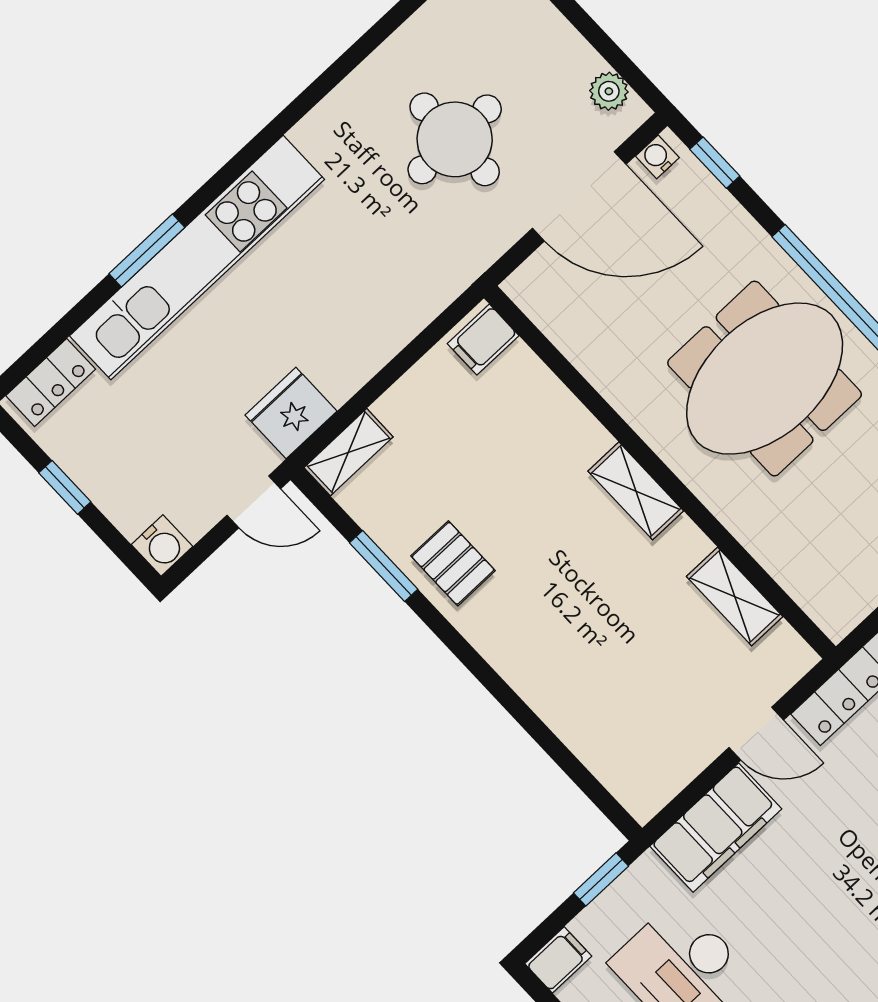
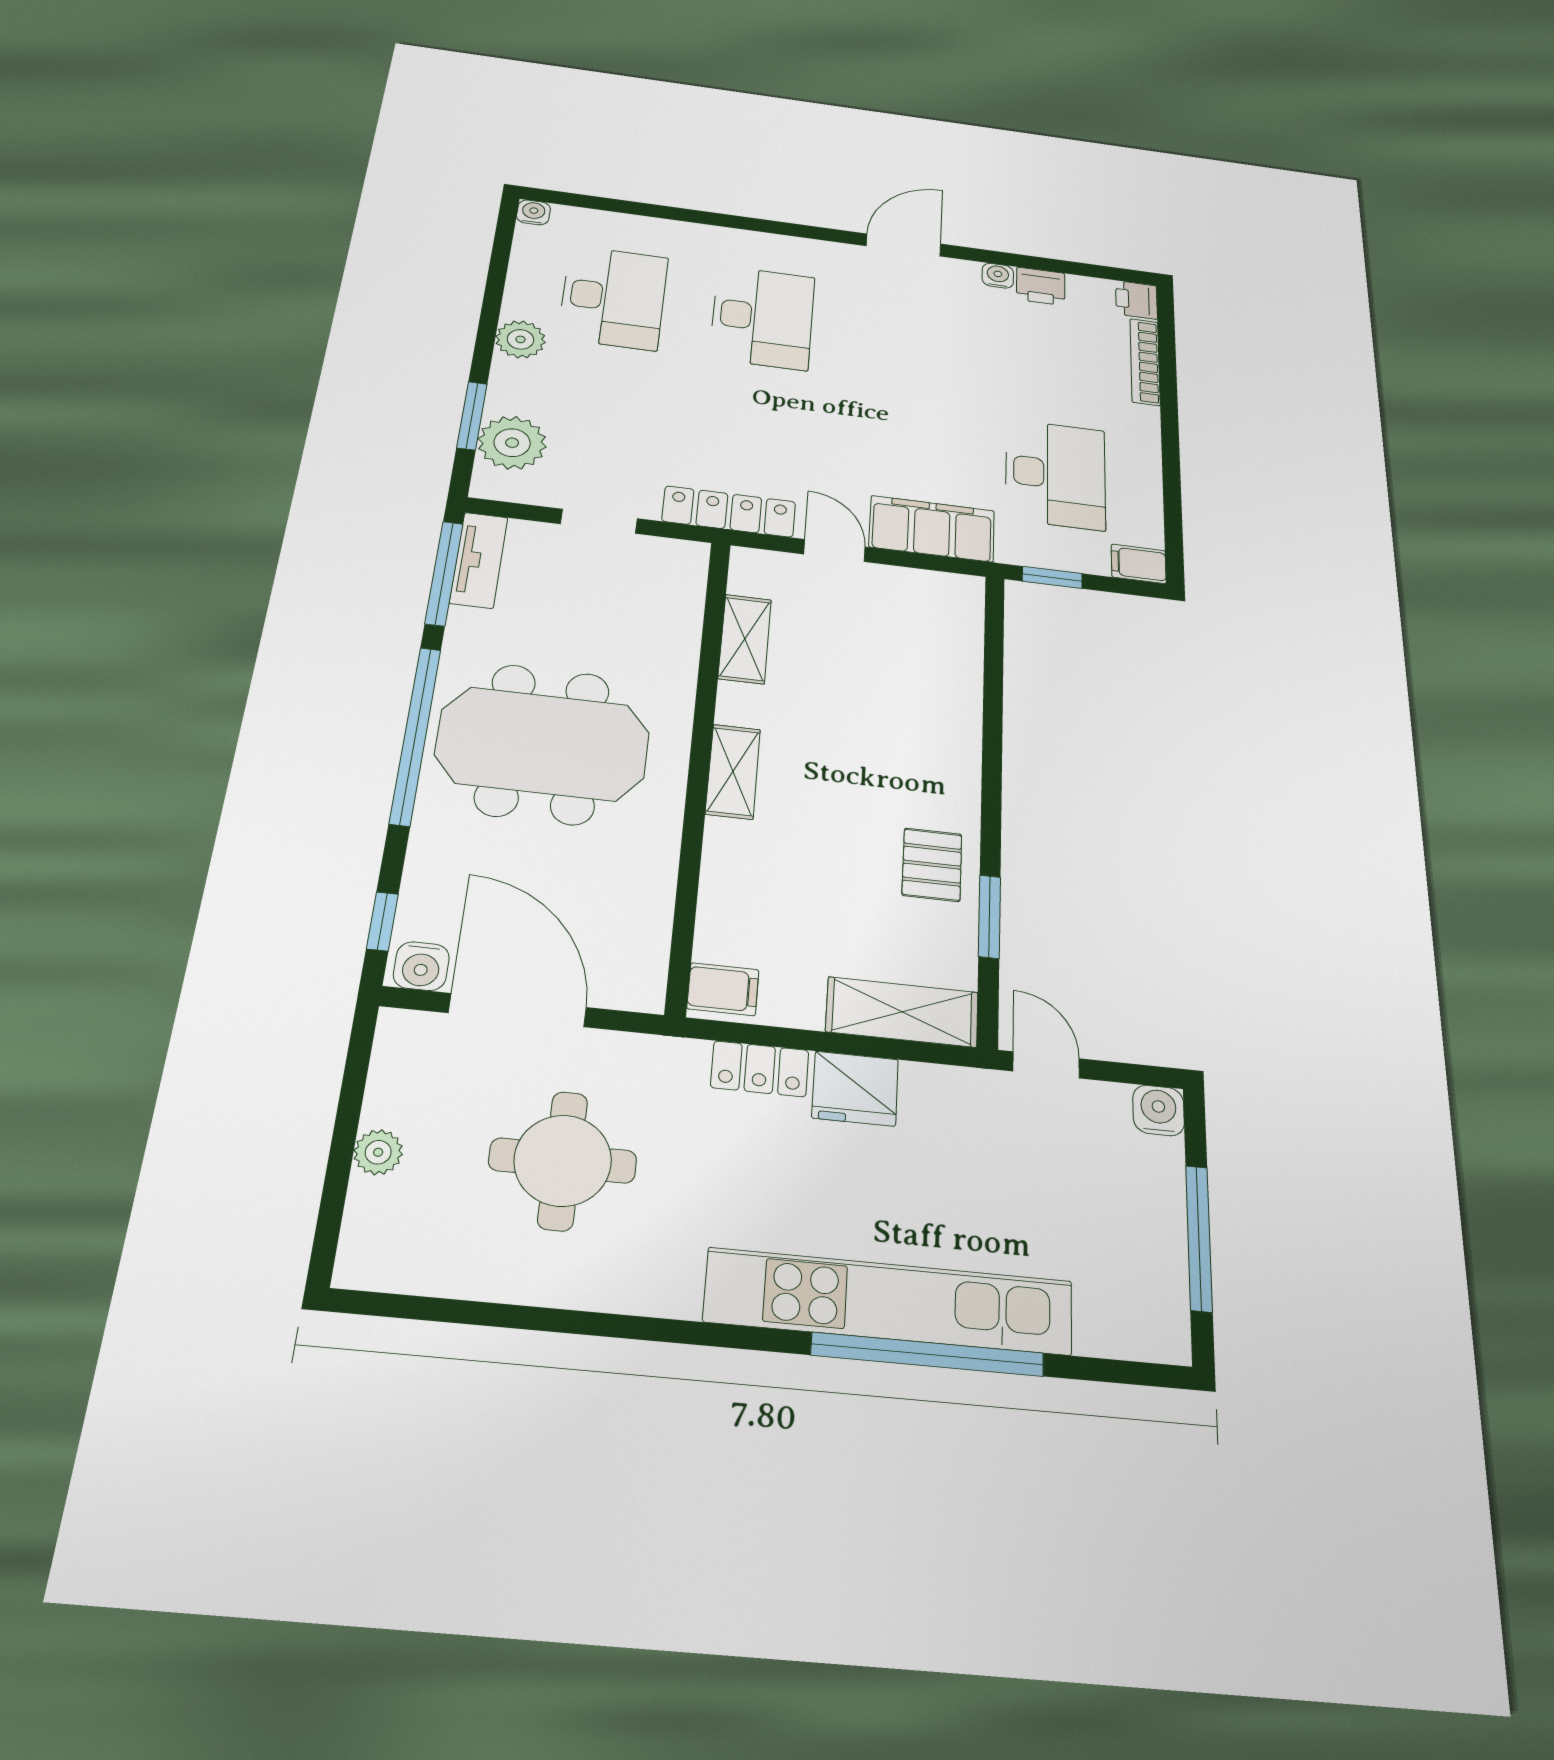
plant: (609, 91) -> (378, 1152), moved
water cooler: (657, 157) -> (421, 966), width x1.38, depth x1.38
window: (147, 251) -> (928, 1354), width x2.11
locker: (51, 382) -> (760, 1069), moved, turned 180
fridge: (291, 413) -> (855, 1089), moved
shelving: (349, 452) -> (902, 1012), width x1.50, depth x1.33
window: (65, 487) -> (1199, 1238), width x2.17

